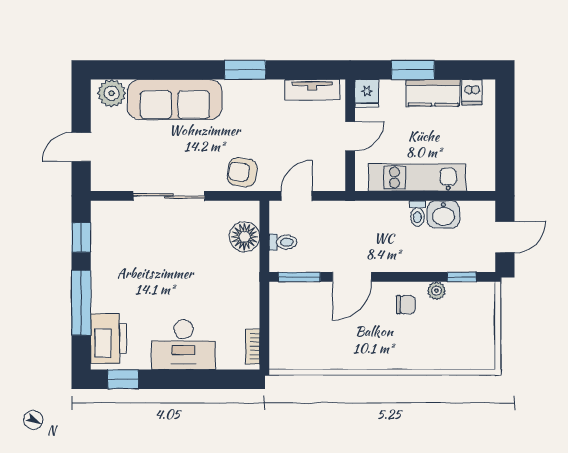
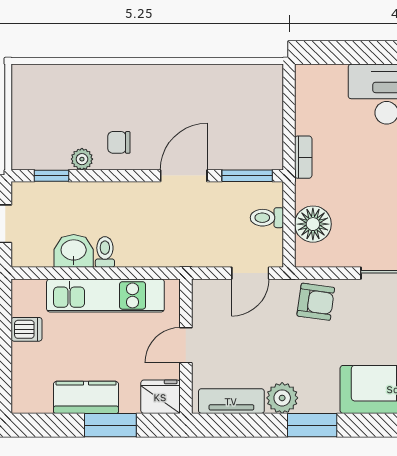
plant: (270, 92) -> (282, 398), added
dishwasher: (472, 92) -> (27, 329), moved, turned 90
fridge: (367, 93) -> (160, 397), width x1.38
bookcase: (253, 347) -> (303, 157), moved

